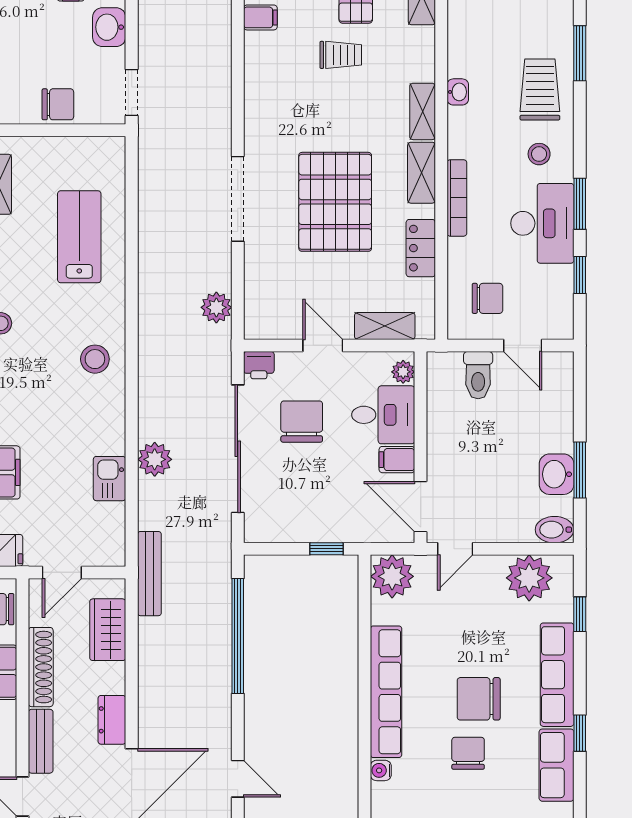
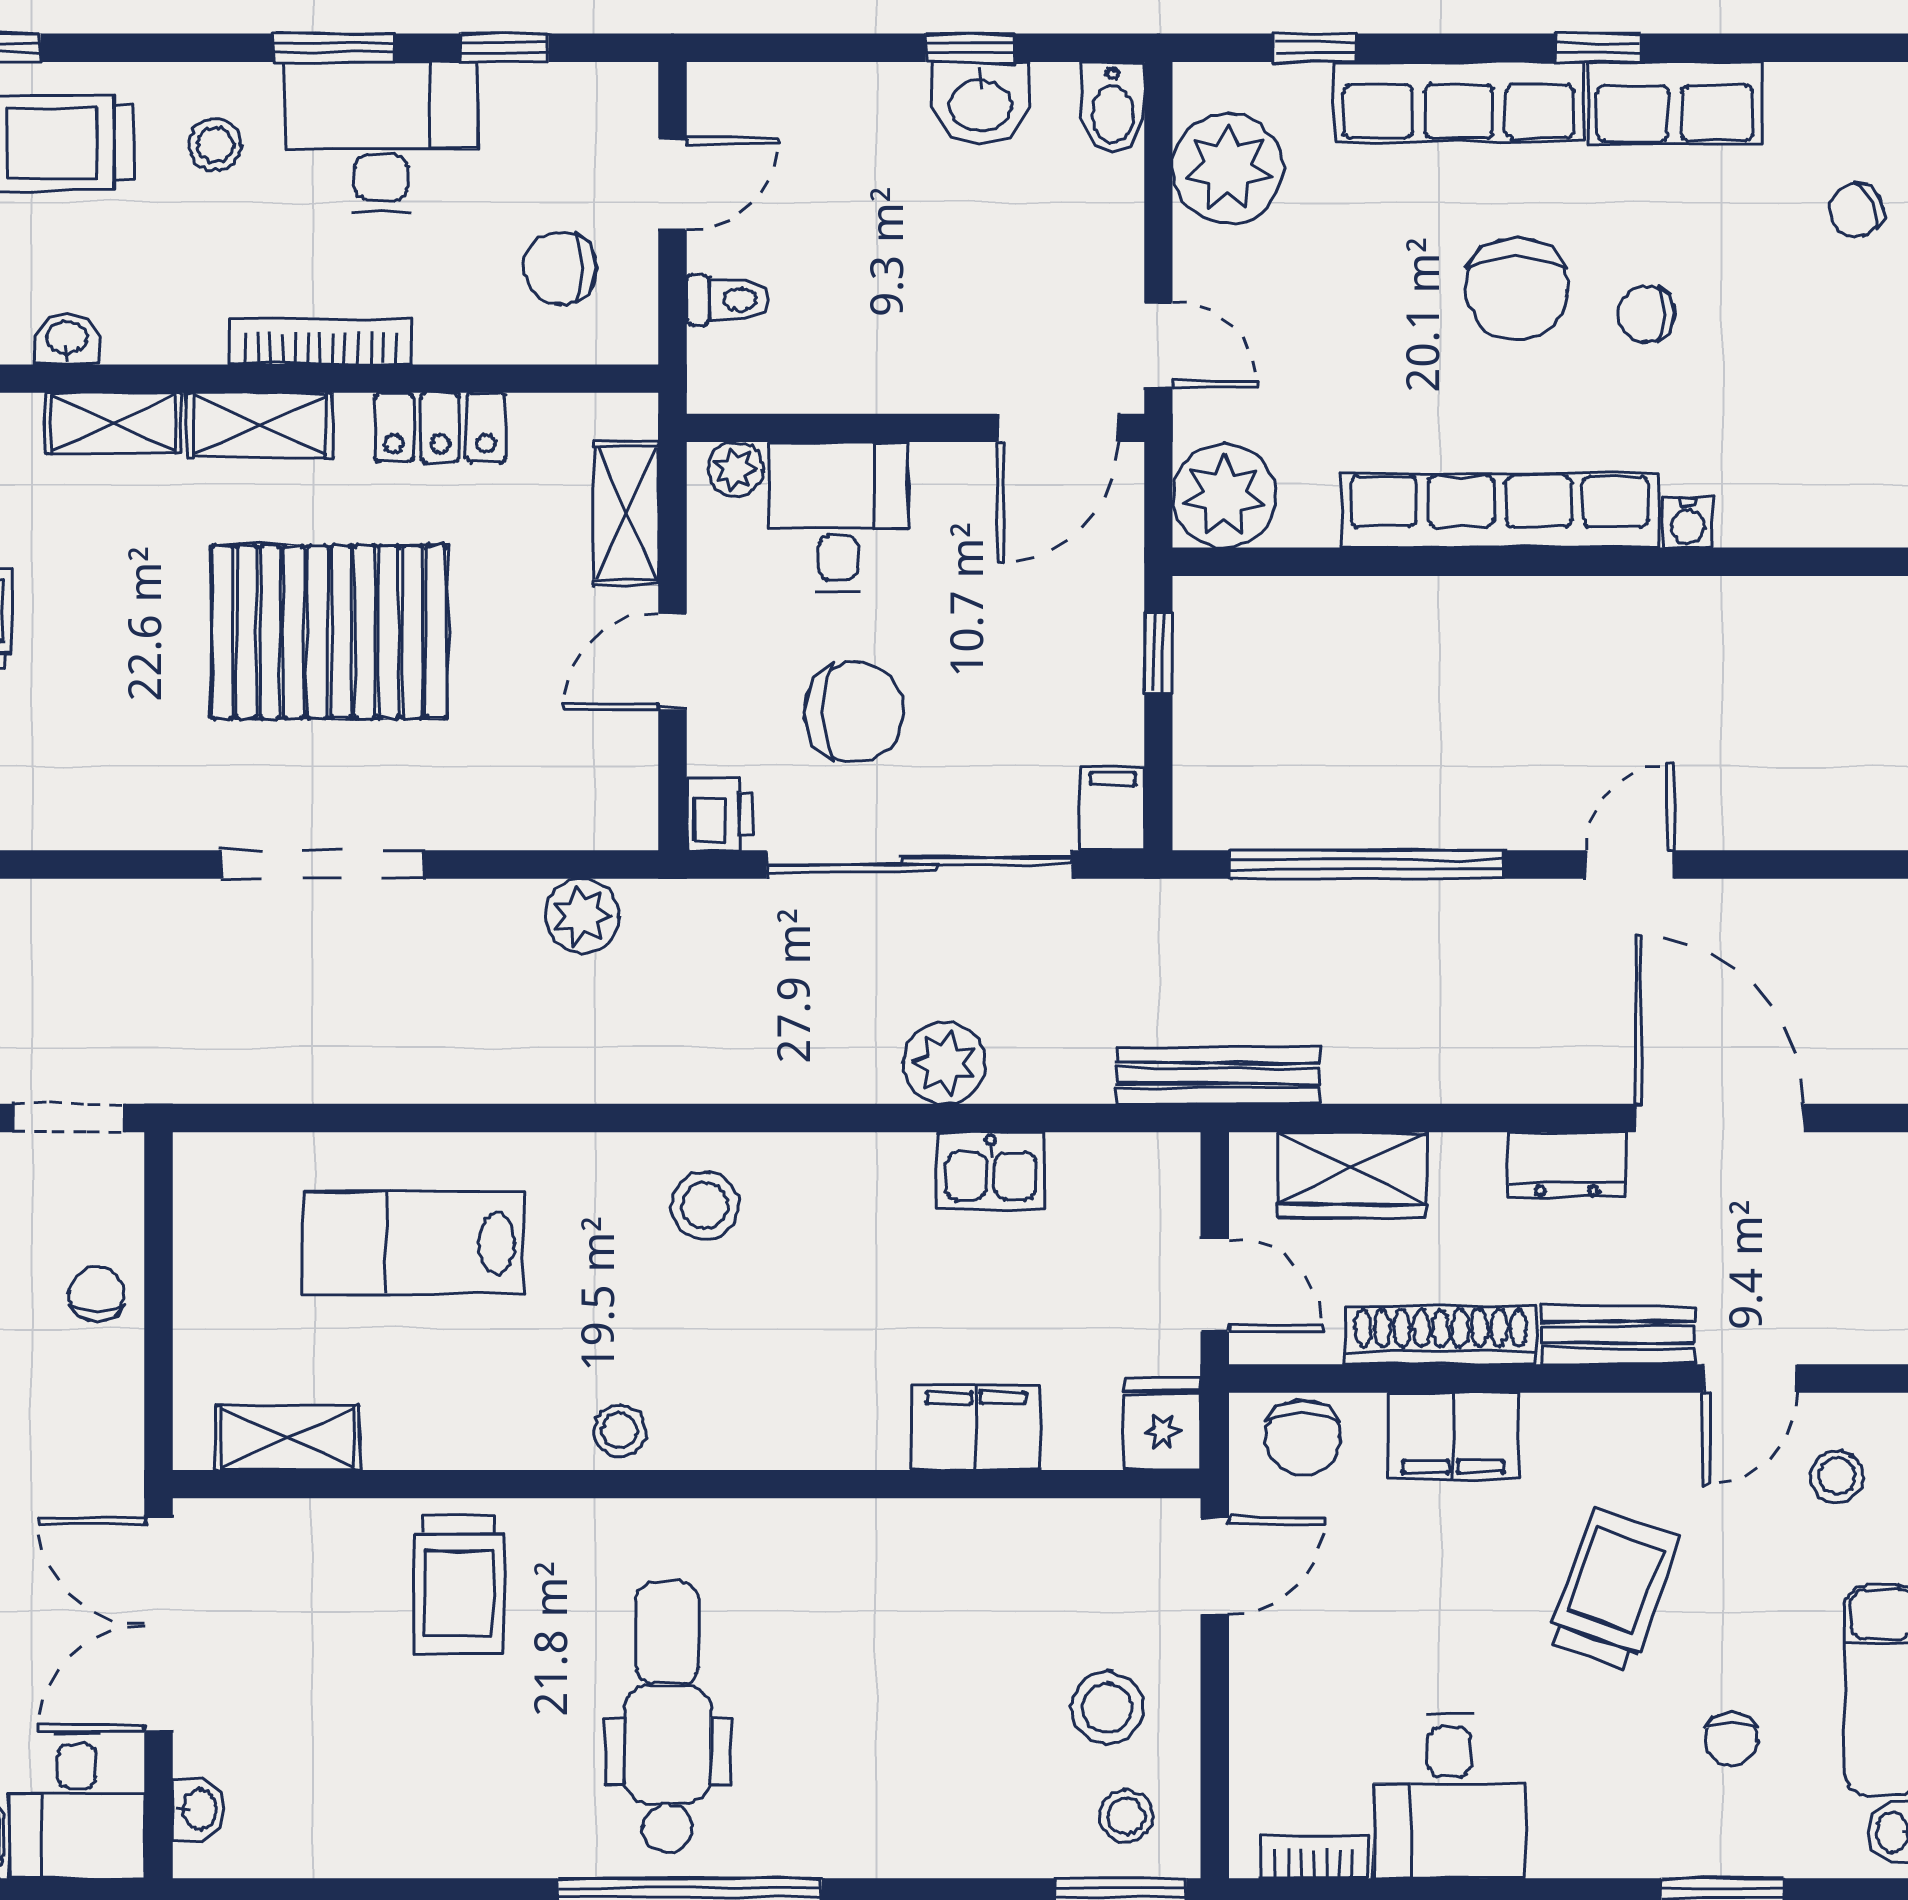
chair: (58, 104) -> (97, 1294), width x0.73, depth x0.73
chair: (487, 298) -> (560, 268), turned -90
toilet: (478, 375) -> (728, 300), width x0.73, depth x0.72
chair: (302, 422) -> (854, 712), turned 180
filing cabinet: (397, 460) -> (1113, 808), moved, turned 180
window: (580, 470) -> (970, 48), width x0.67
chair: (468, 753) -> (1647, 314), width x0.73, depth x0.73
door: (238, 779) -> (1630, 864), moved

